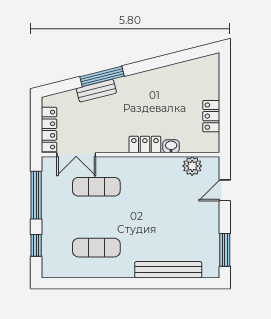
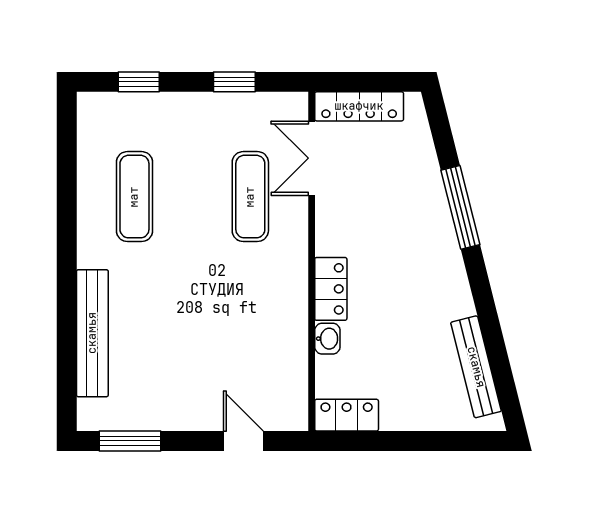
bench: (96, 91) -> (476, 367), moved, width x1.36
locker: (211, 116) -> (347, 415), moved
plant: (192, 166) -> (290, 379), removed
window: (36, 195) -> (234, 82), width x0.46

